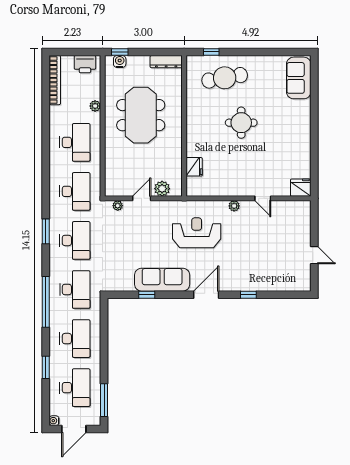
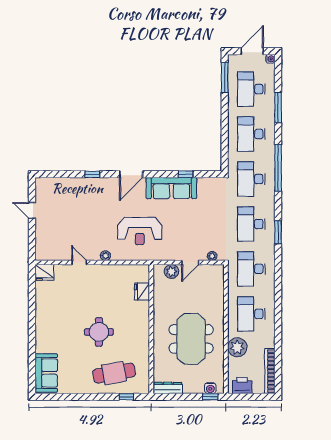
plant: (95, 106) -> (237, 347), width x1.88, depth x1.88
window: (46, 367) -> (278, 108), width x1.44

